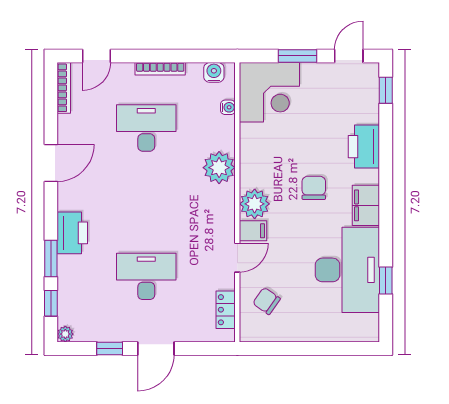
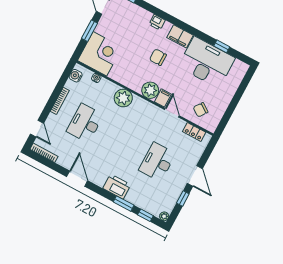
printer: (364, 147) -> (157, 22), width x0.53, depth x0.68

